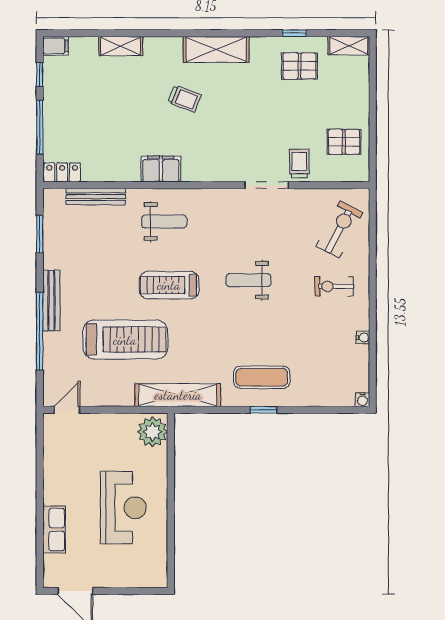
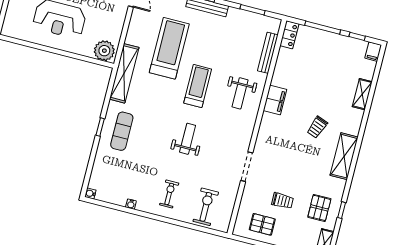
pallet: (344, 142) -> (262, 224), turned 90
trolley: (299, 164) -> (282, 201), moved
exercise bike: (339, 229) -> (206, 207), turned -118
treadmill: (125, 340) -> (169, 48), turned 180

